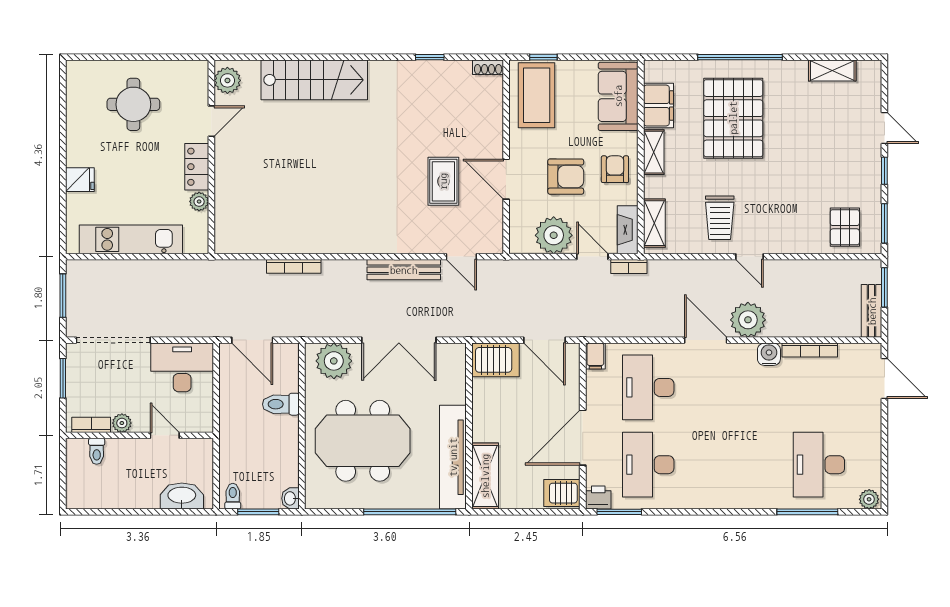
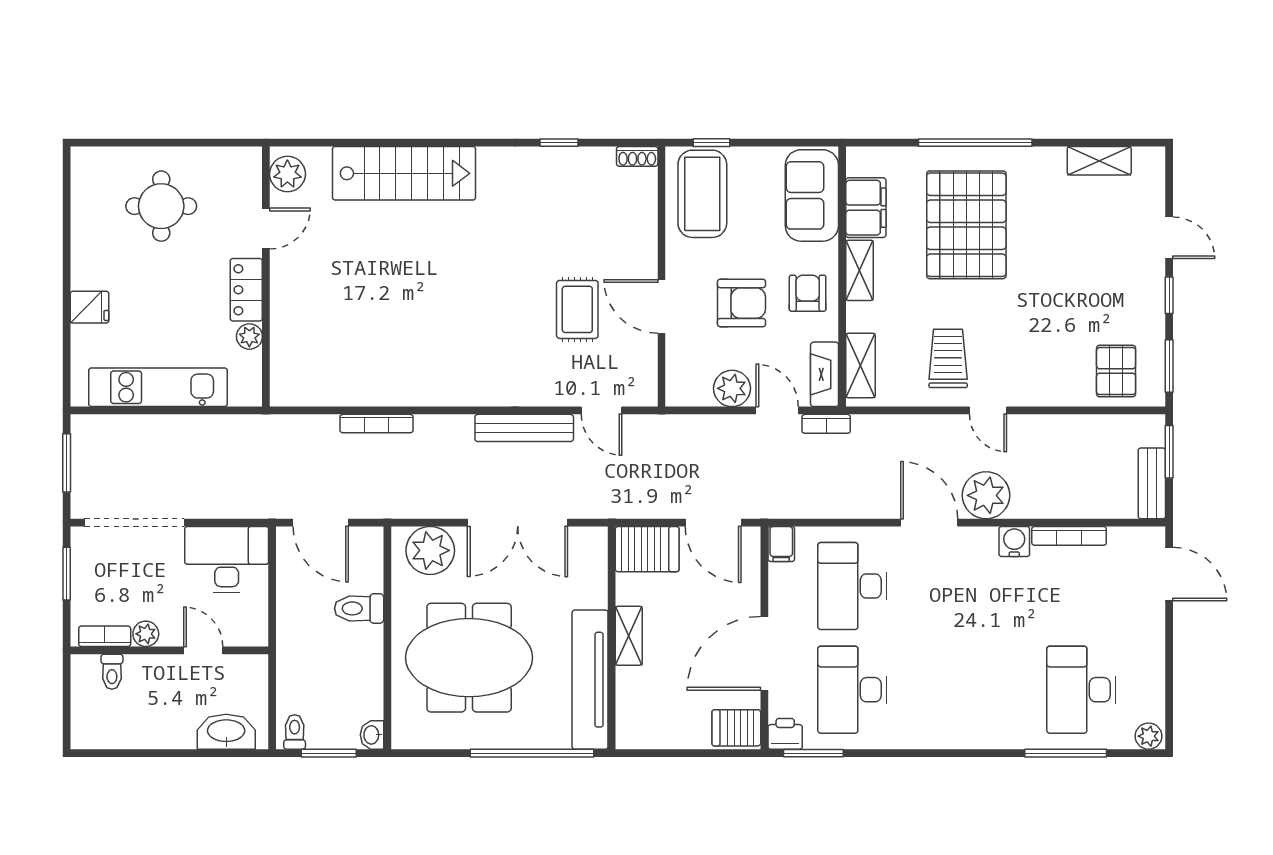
trolley: (720, 218) -> (948, 358), turned 180
plant: (554, 235) -> (732, 388), width x0.73, depth x0.73
shelving: (485, 476) -> (629, 636), moved, width x0.67, depth x0.75

